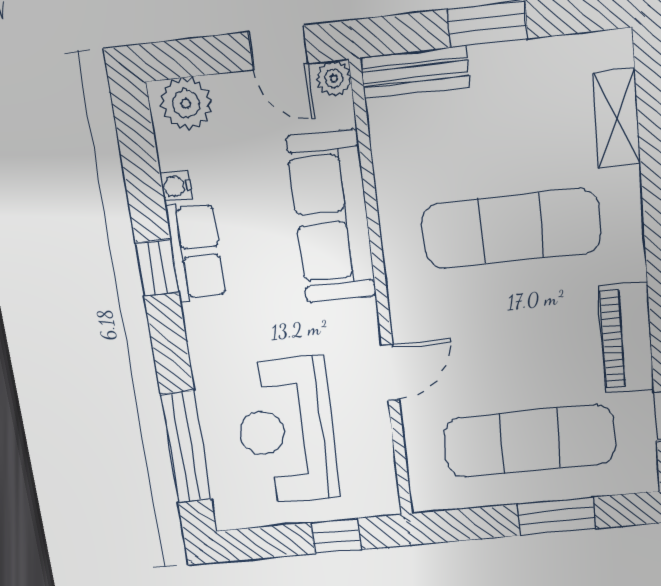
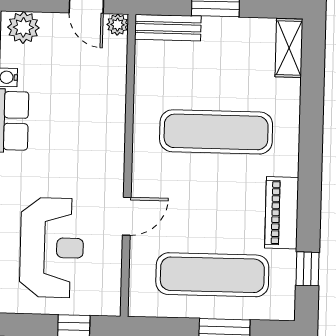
shelving: (617, 119) -> (289, 48), moved
sofa: (332, 217) -> (103, 110), removed
reception desk: (286, 431) -> (52, 248), turned 180

